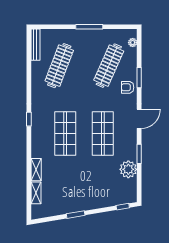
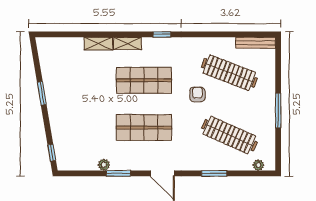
armchair: (128, 87) -> (197, 94), moved
plant: (128, 169) -> (104, 165), width x0.53, depth x0.53
shelving: (36, 193) -> (127, 43), moved

